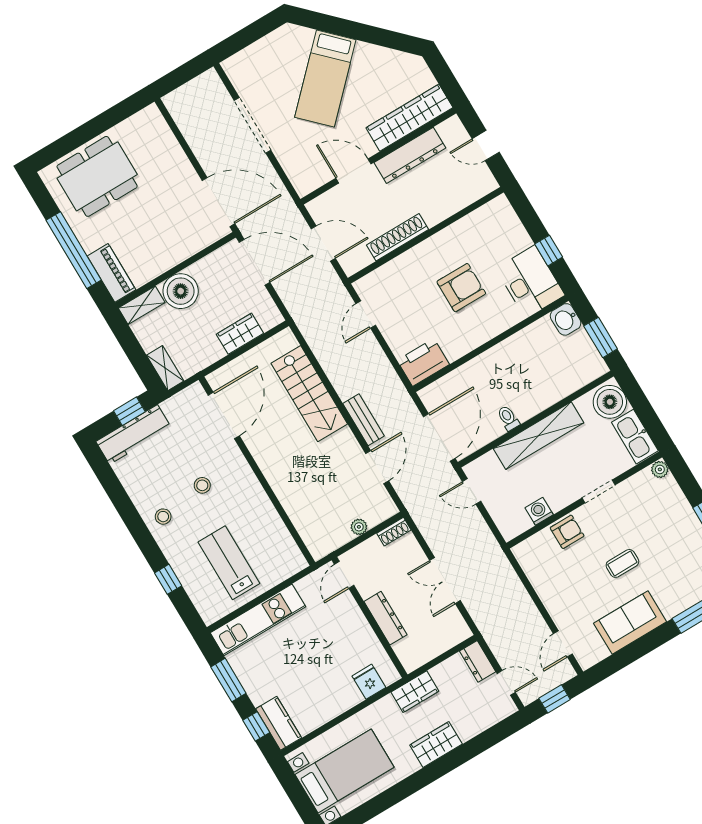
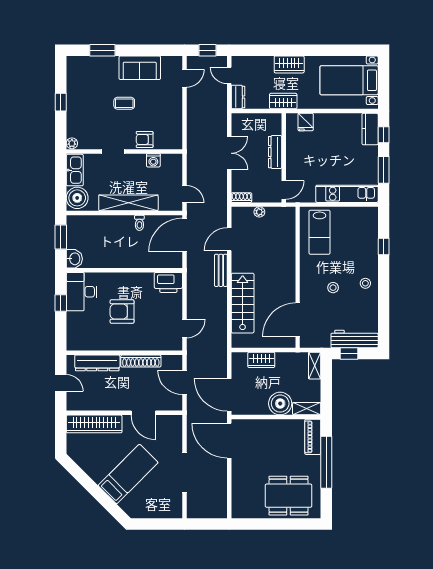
dresser: (410, 155) -> (97, 363), moved, turned 180
lab bench: (229, 563) -> (320, 232), moved

